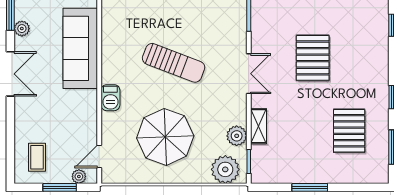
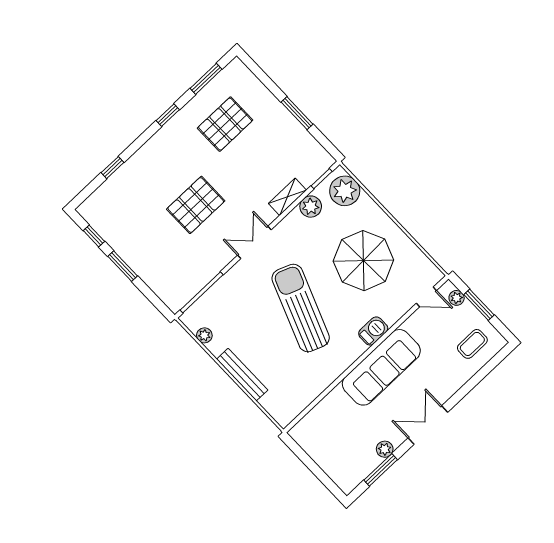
sofa: (80, 48) -> (381, 367), moved
sun lounger: (174, 63) -> (301, 308), width x1.36, depth x1.34

